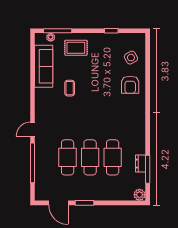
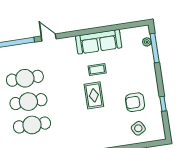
rug: (76, 48) -> (94, 95), moved
sofa: (44, 66) -> (99, 42), moved
armchair: (130, 85) -> (135, 102), moved

